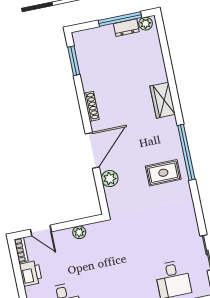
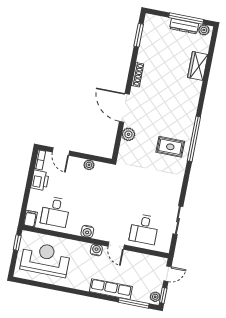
dresser: (126, 28) -> (184, 26), width x1.44
wardrobe: (163, 100) -> (198, 66), moved
door: (92, 150) -> (124, 108), swing flipped

